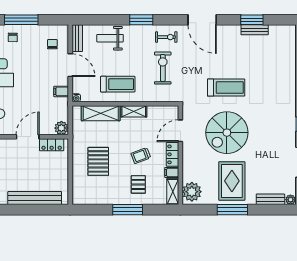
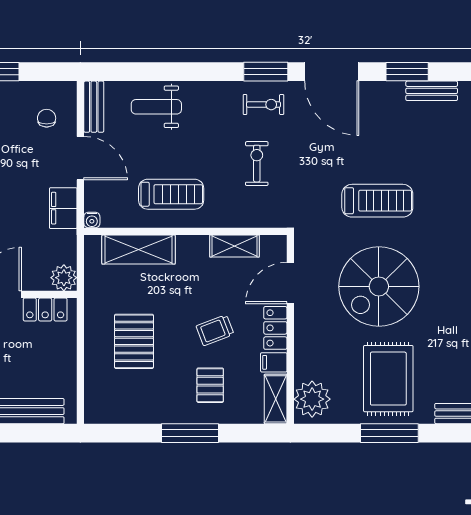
window: (141, 20) -> (266, 72), moved
window: (252, 20) -> (407, 72), moved
exercise bike: (163, 68) -> (257, 164), width x0.73, depth x0.72
filing cabinet: (61, 91) -> (63, 208), width x2.00
shelving: (134, 111) -> (234, 246), moved

